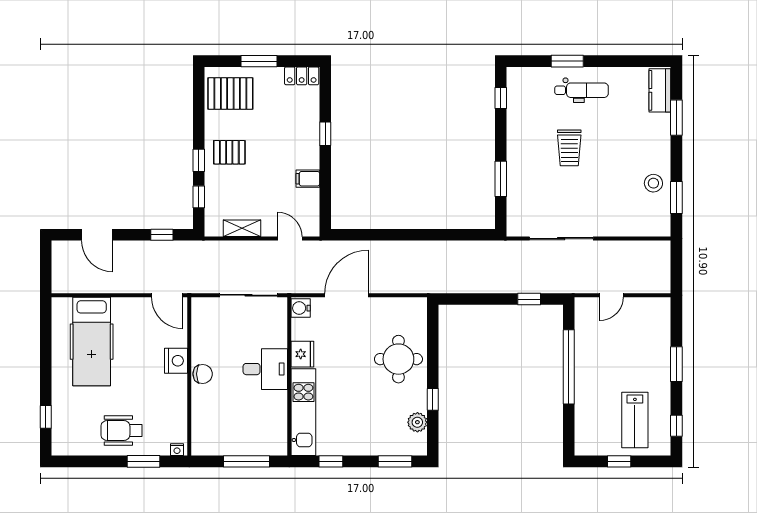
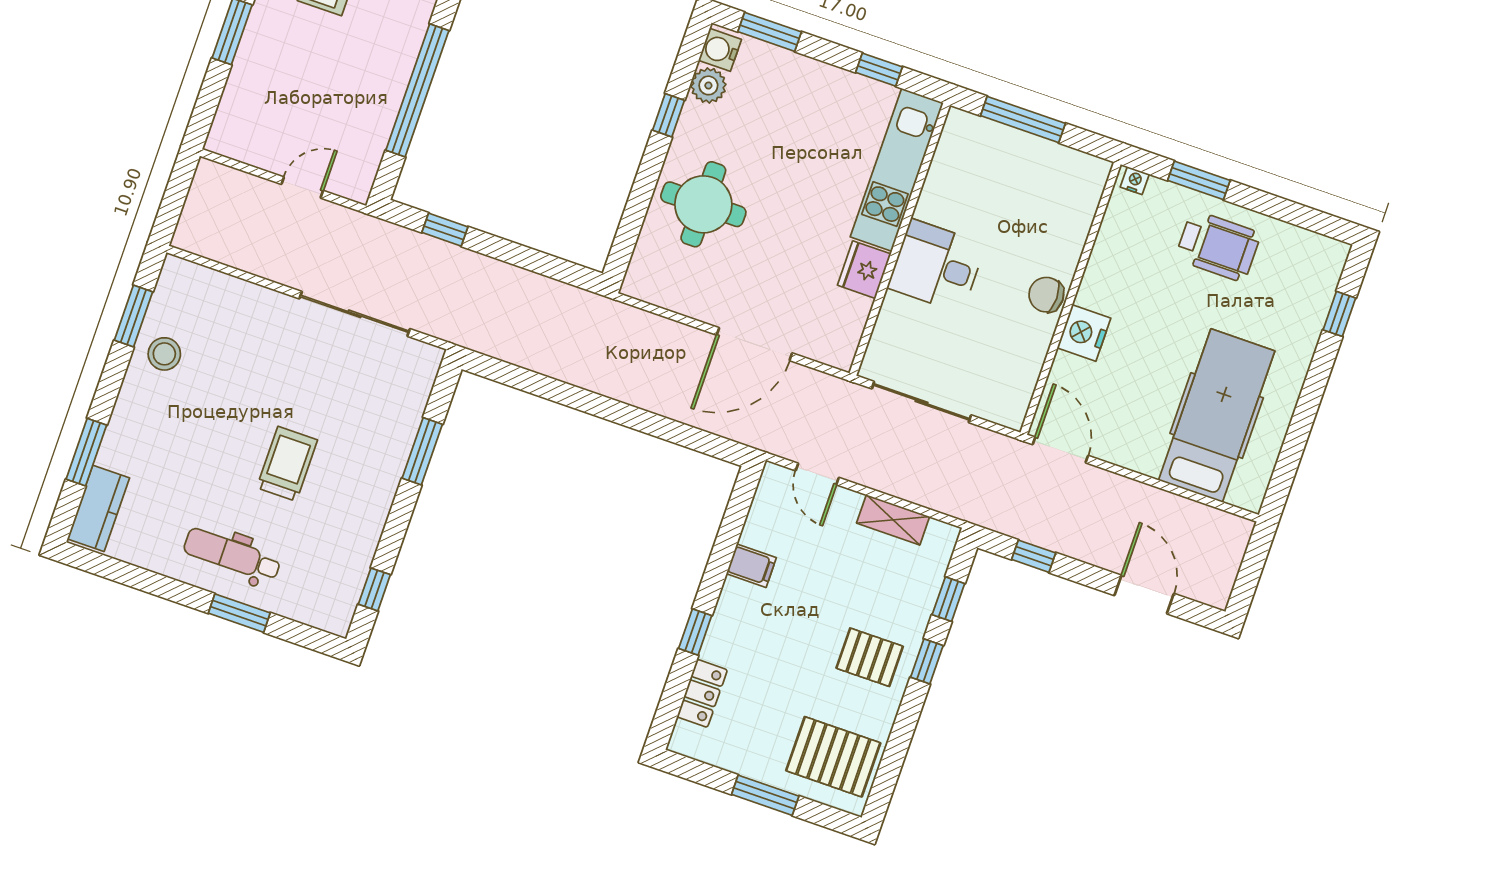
locker: (302, 76) -> (702, 693), moved, turned 90
water cooler: (301, 308) -> (720, 50), moved, turned 180

